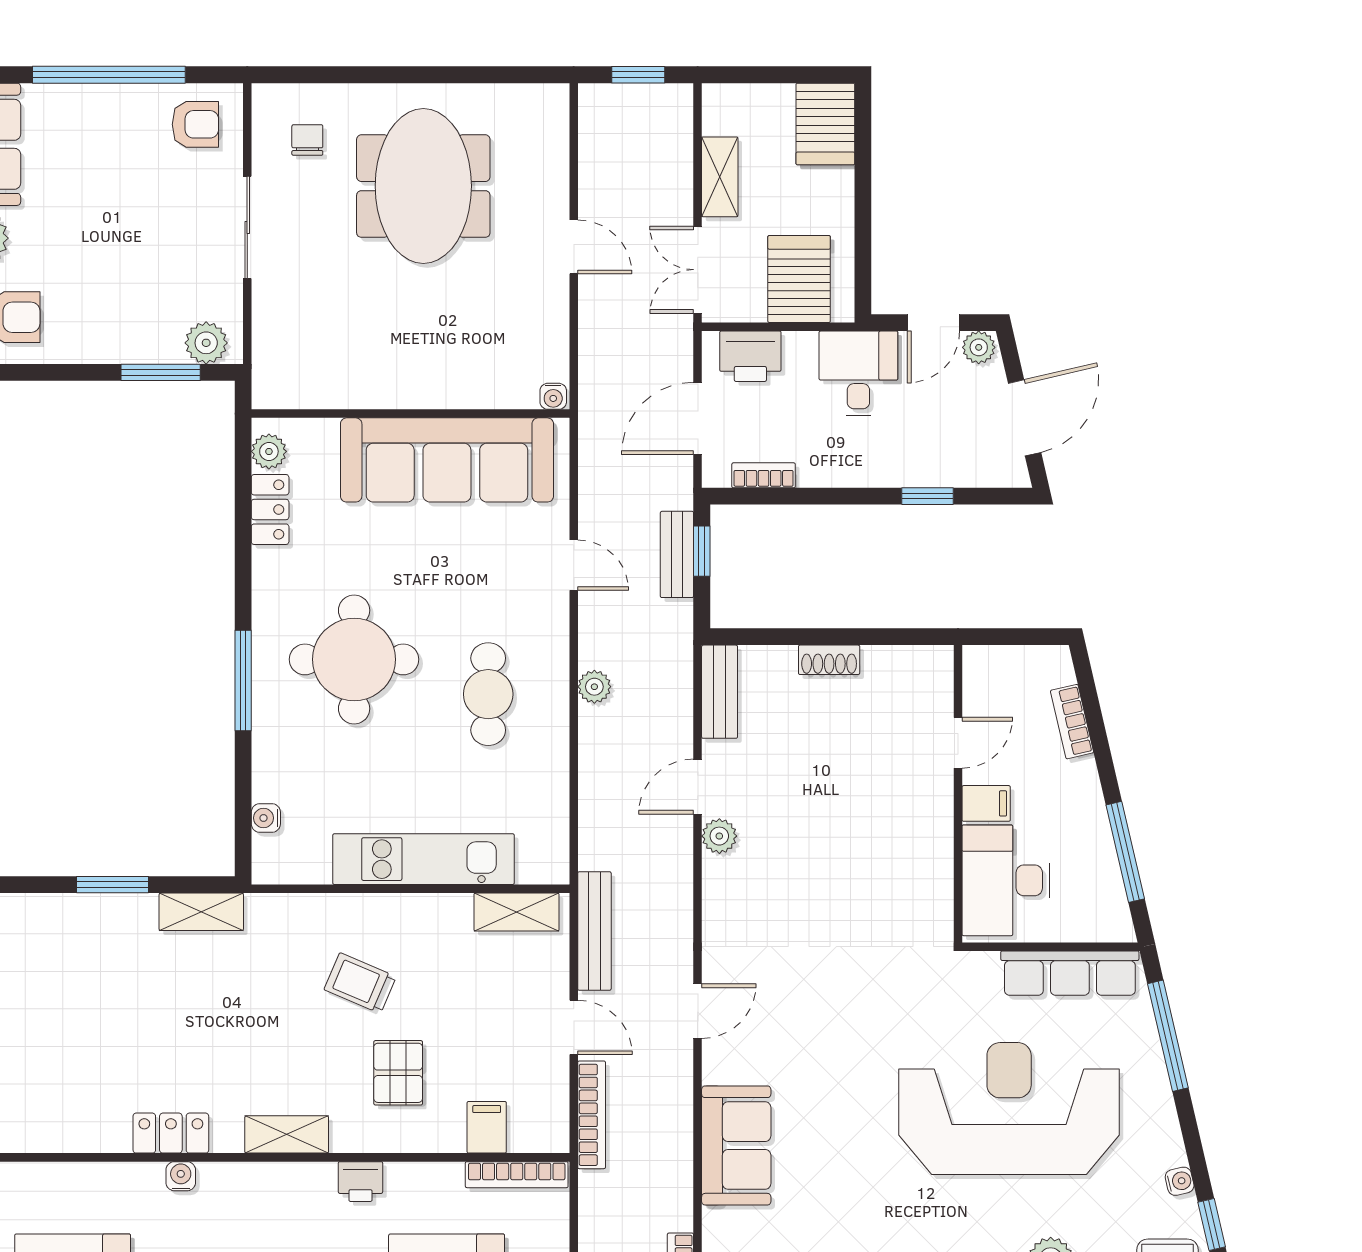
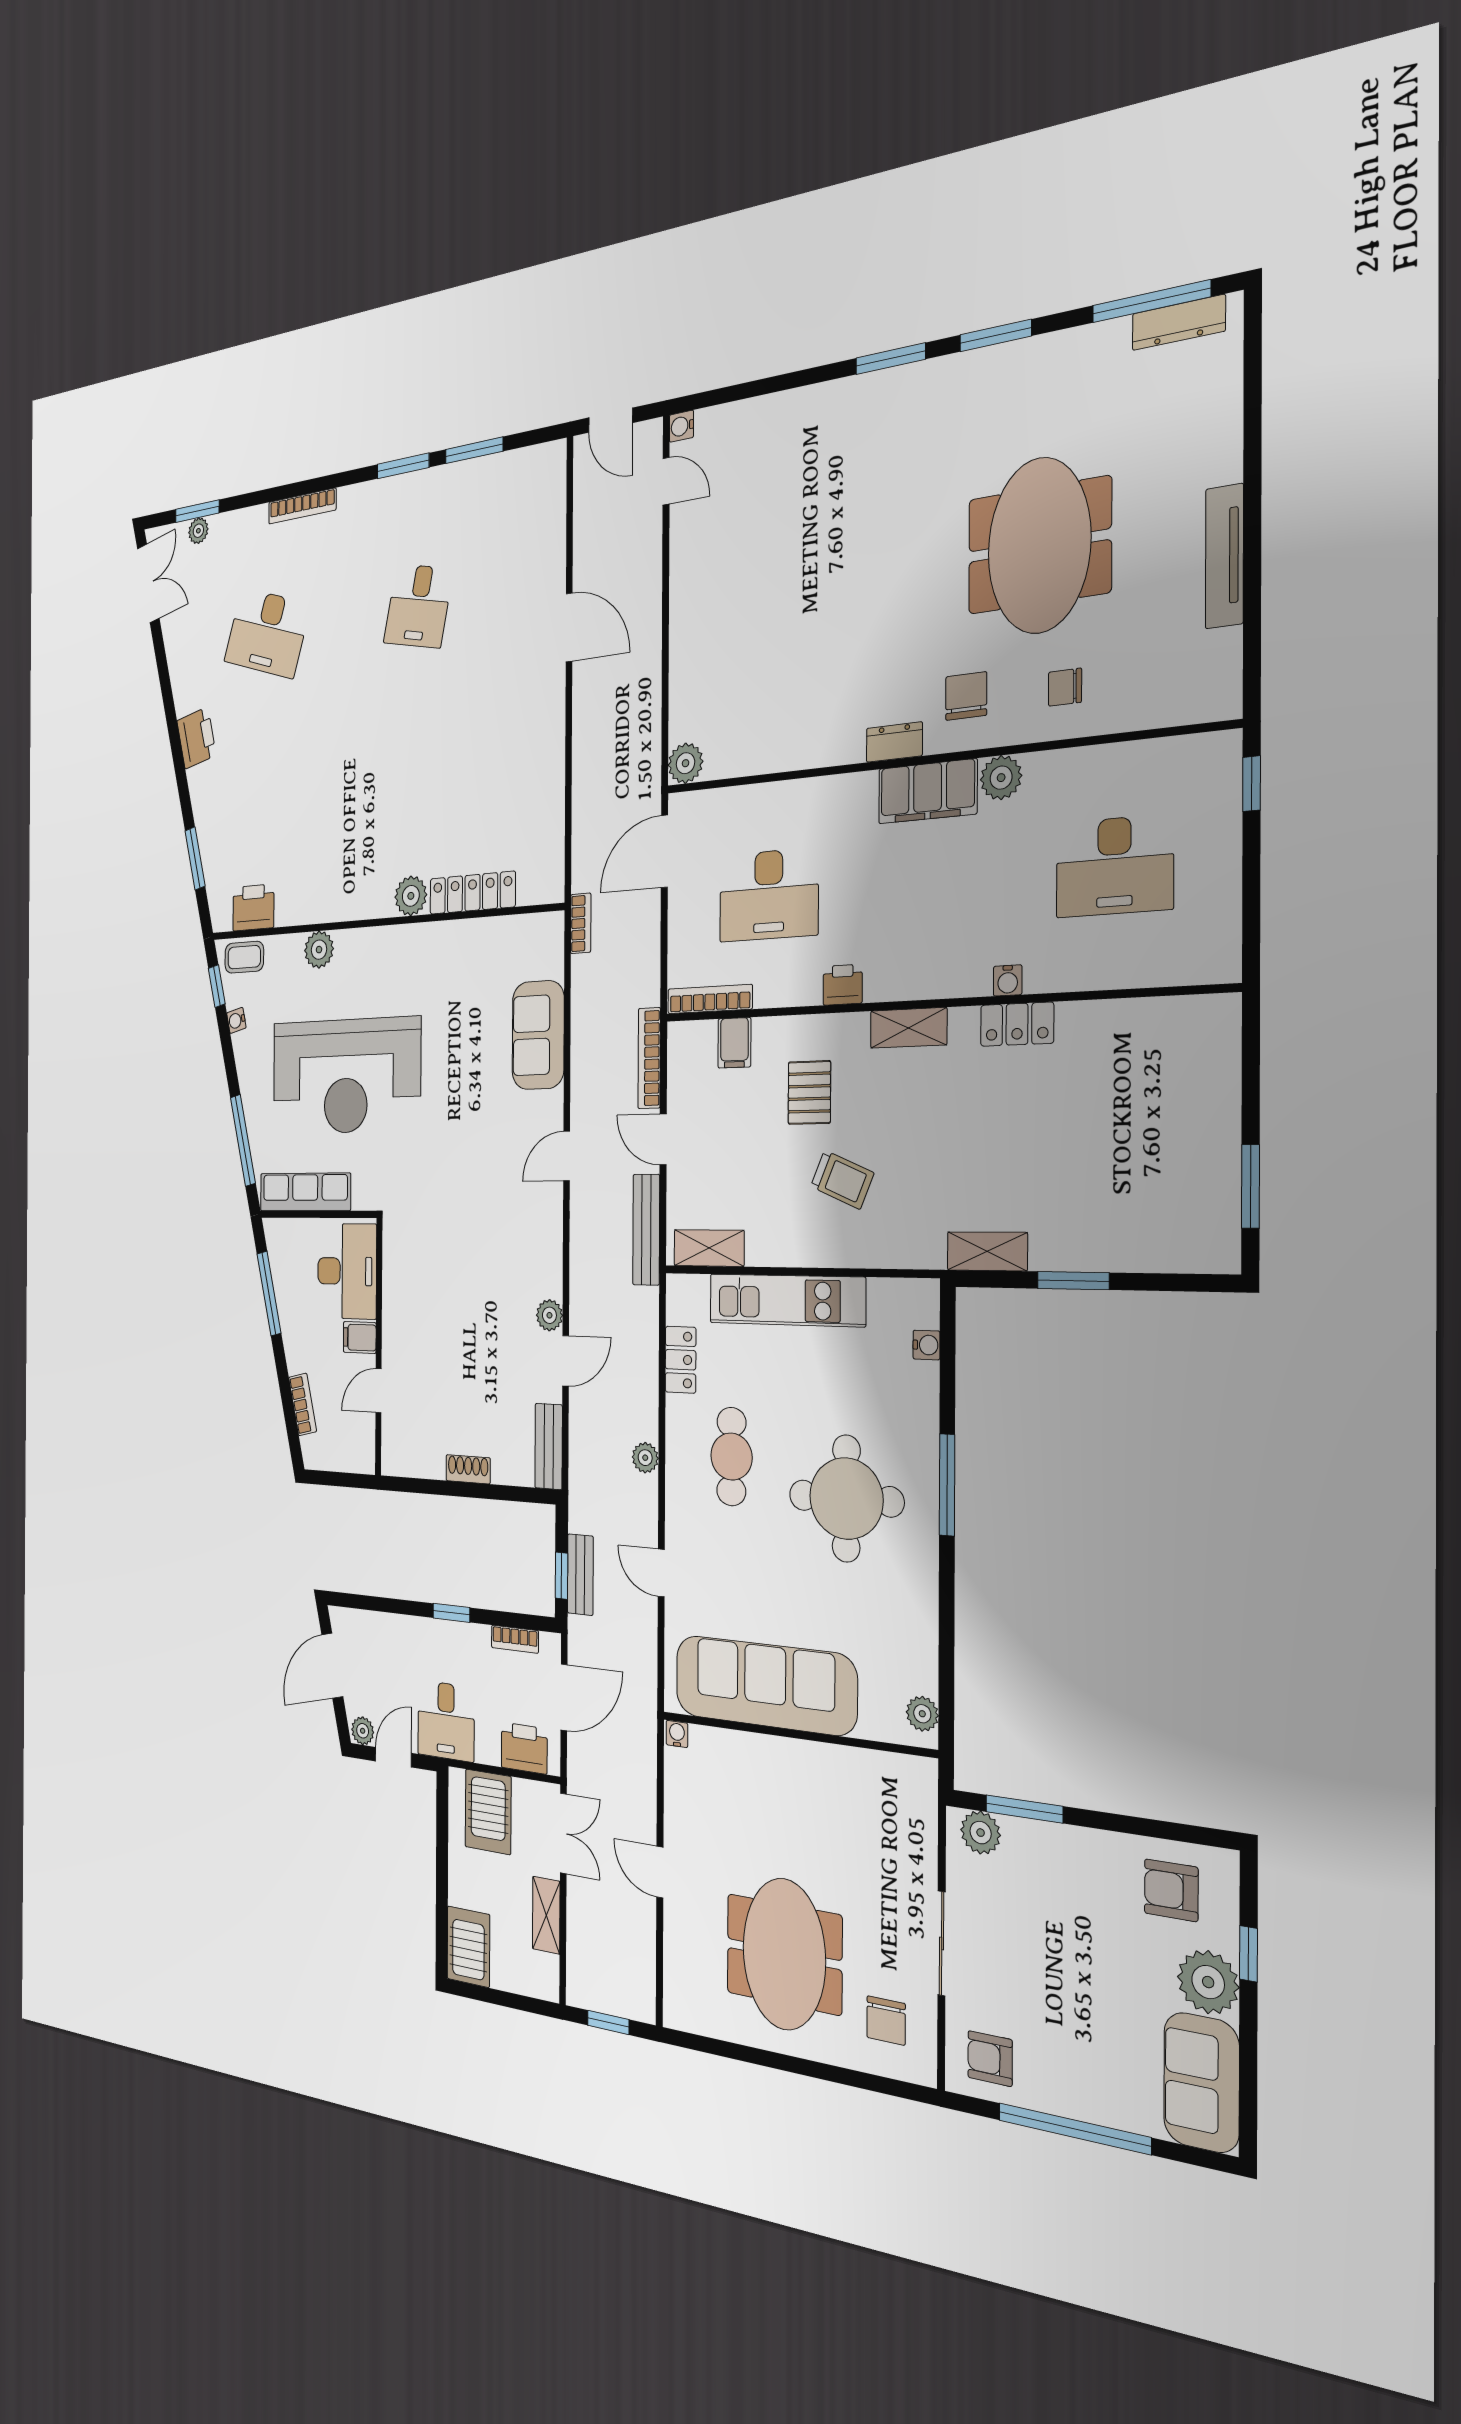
chair: (307, 140) -> (886, 2021), width x1.37, depth x1.37
window: (928, 496) -> (451, 1613), moved
locker: (270, 509) -> (681, 1360), moved, turned 180

